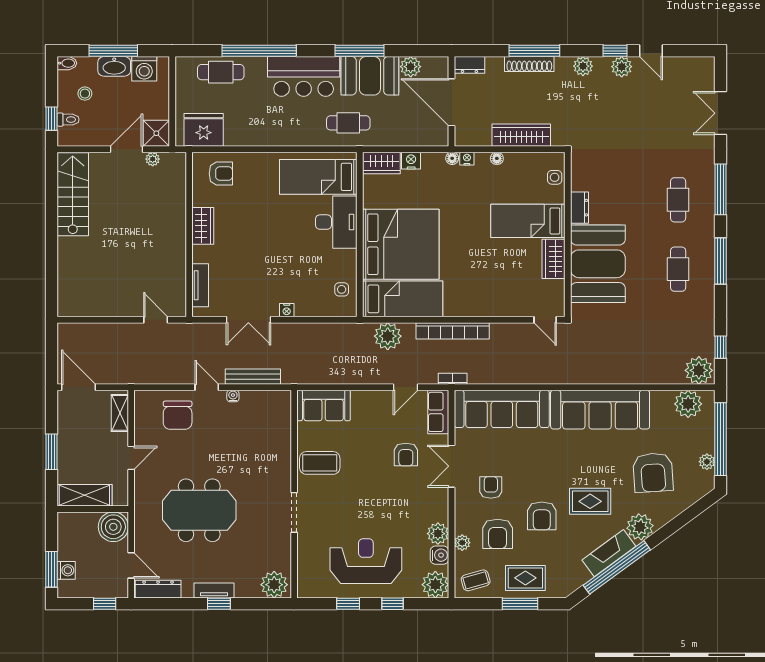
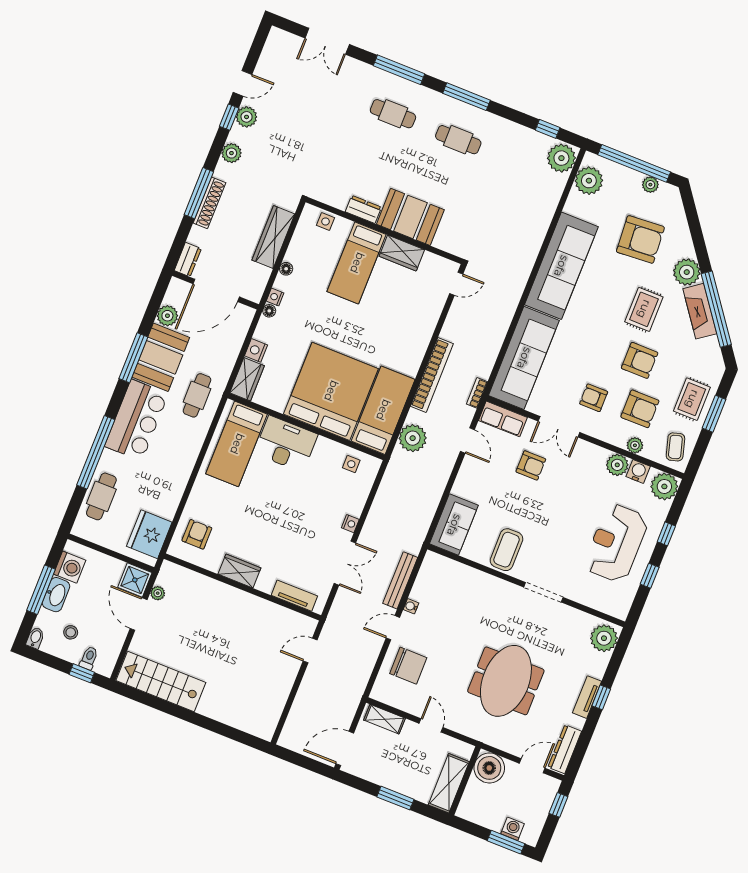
booth: (598, 264) -> (410, 217), width x0.73, depth x0.70

